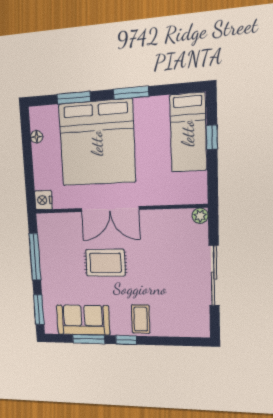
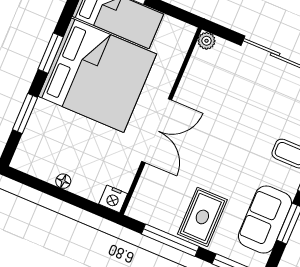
floor lamp: (37, 137) -> (63, 181), moved
bed: (97, 143) -> (97, 75), moved
rug: (105, 263) -> (202, 217), moved

